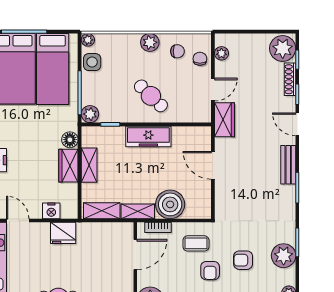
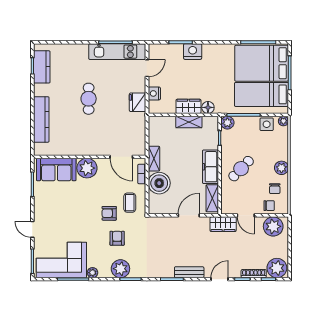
plant: (221, 53) -> (273, 226), width x1.87, depth x1.87
shelving: (102, 211) -> (212, 198), moved

